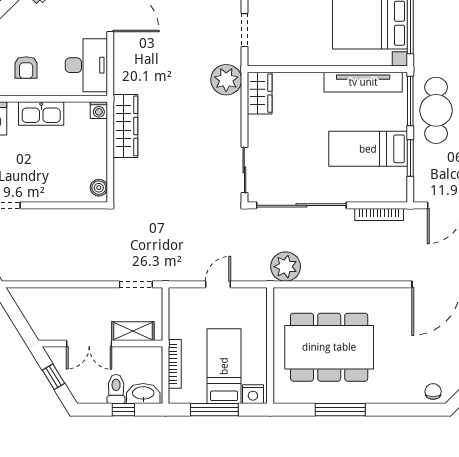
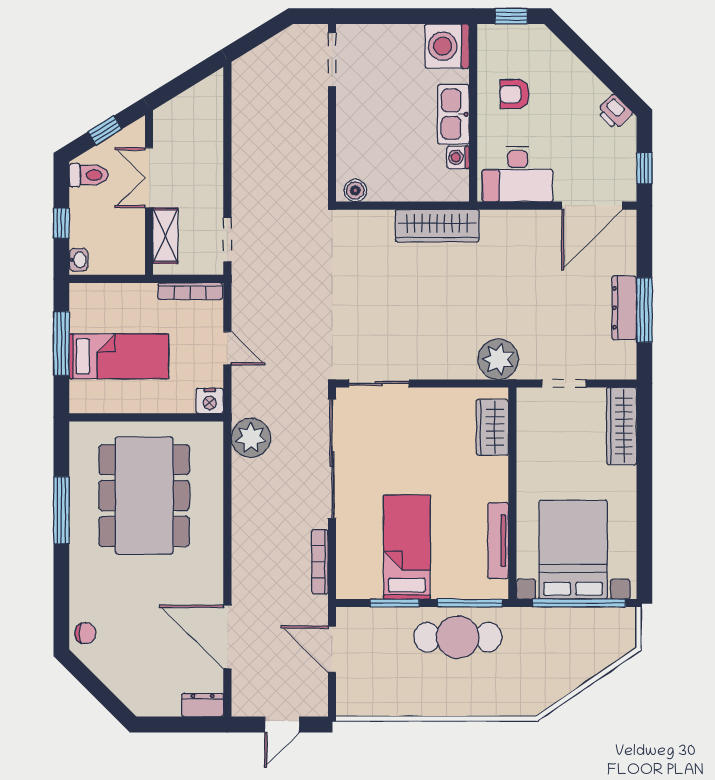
tv unit: (363, 82) -> (498, 541), width x0.73, depth x0.78
wardrobe: (260, 93) -> (492, 427), moved, turned 90
washing machine: (99, 110) -> (458, 157), moved
bookcase: (175, 364) -> (190, 291), moved
toilet: (116, 389) -> (89, 175), moved
washbasin: (143, 394) -> (79, 260), width x0.52, depth x0.69
nightstand: (253, 394) -> (210, 401), moved, turned -90

